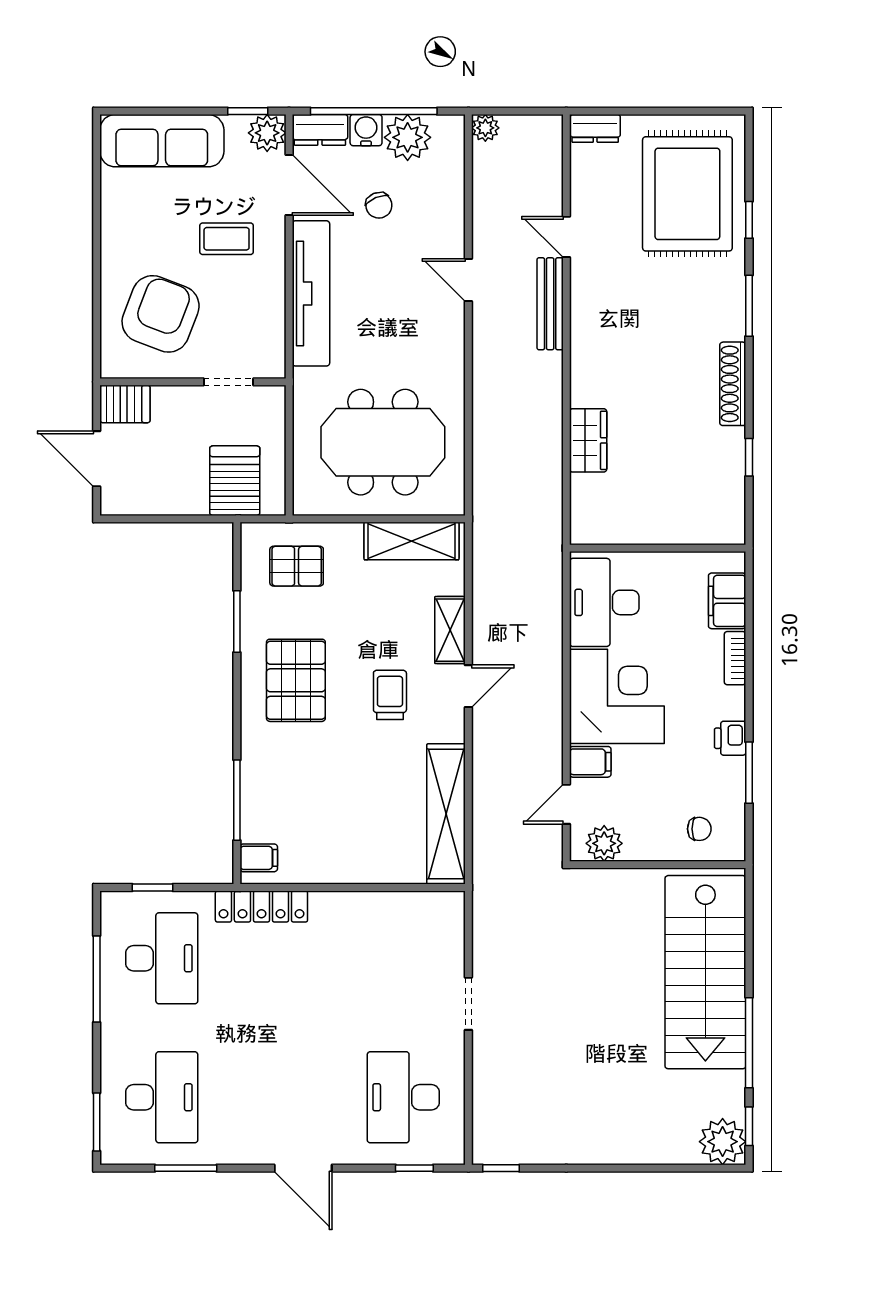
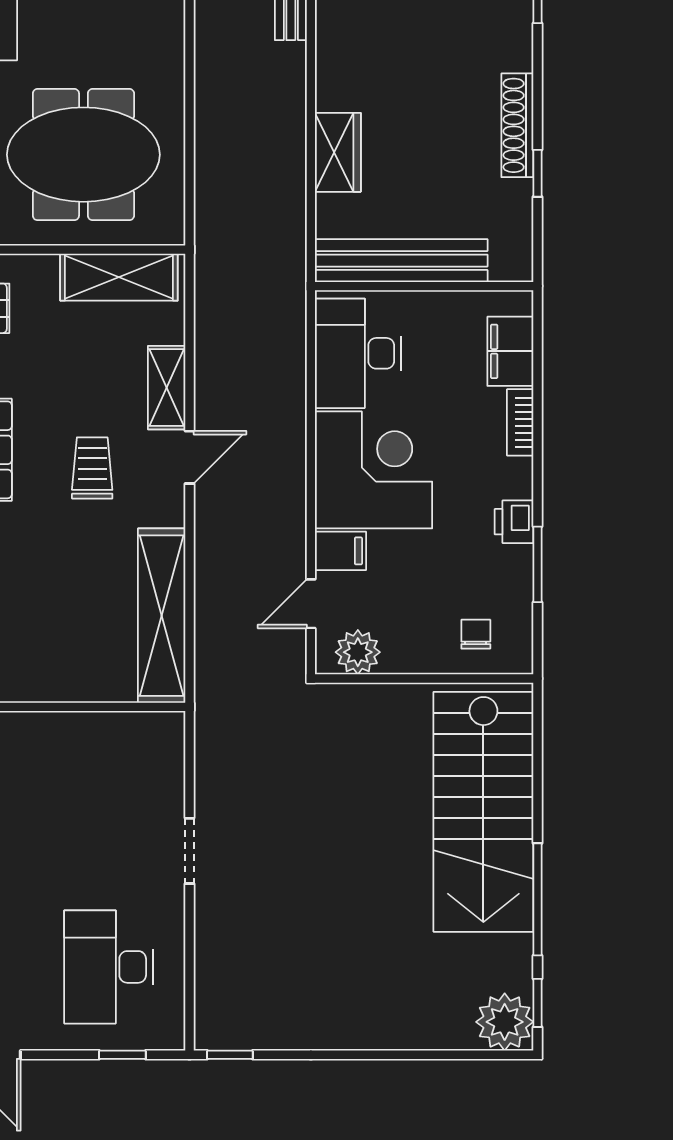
shoe rack: (733, 384) -> (517, 125), moved
bench: (639, 528) -> (401, 261), added
chair: (699, 829) -> (476, 634), turned -90

